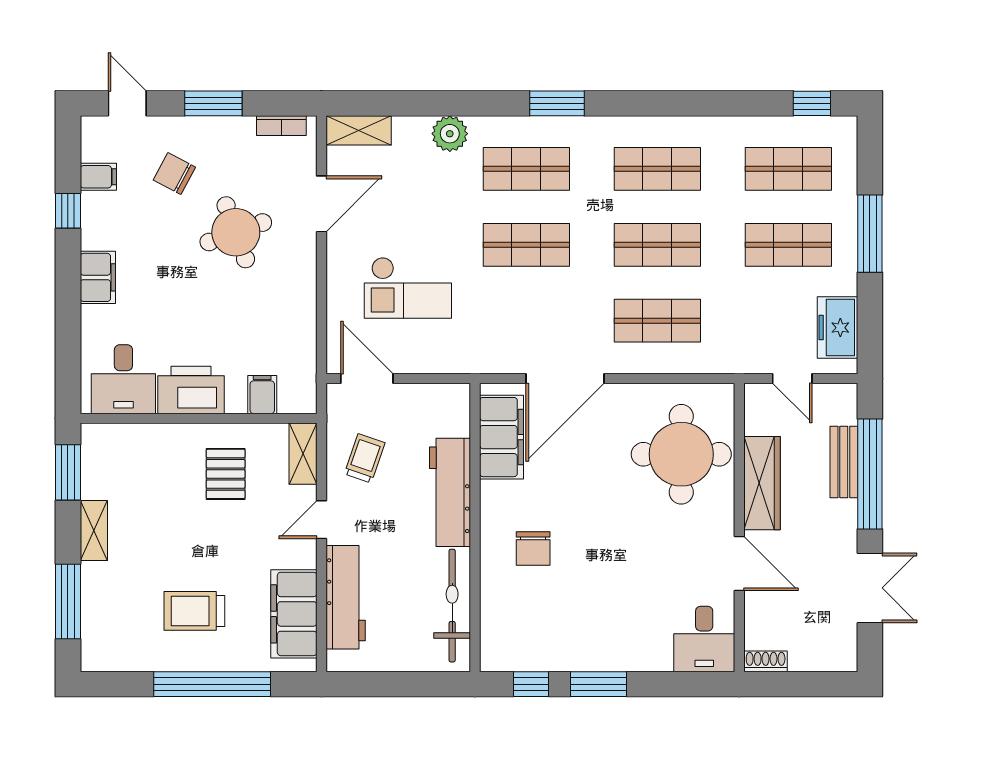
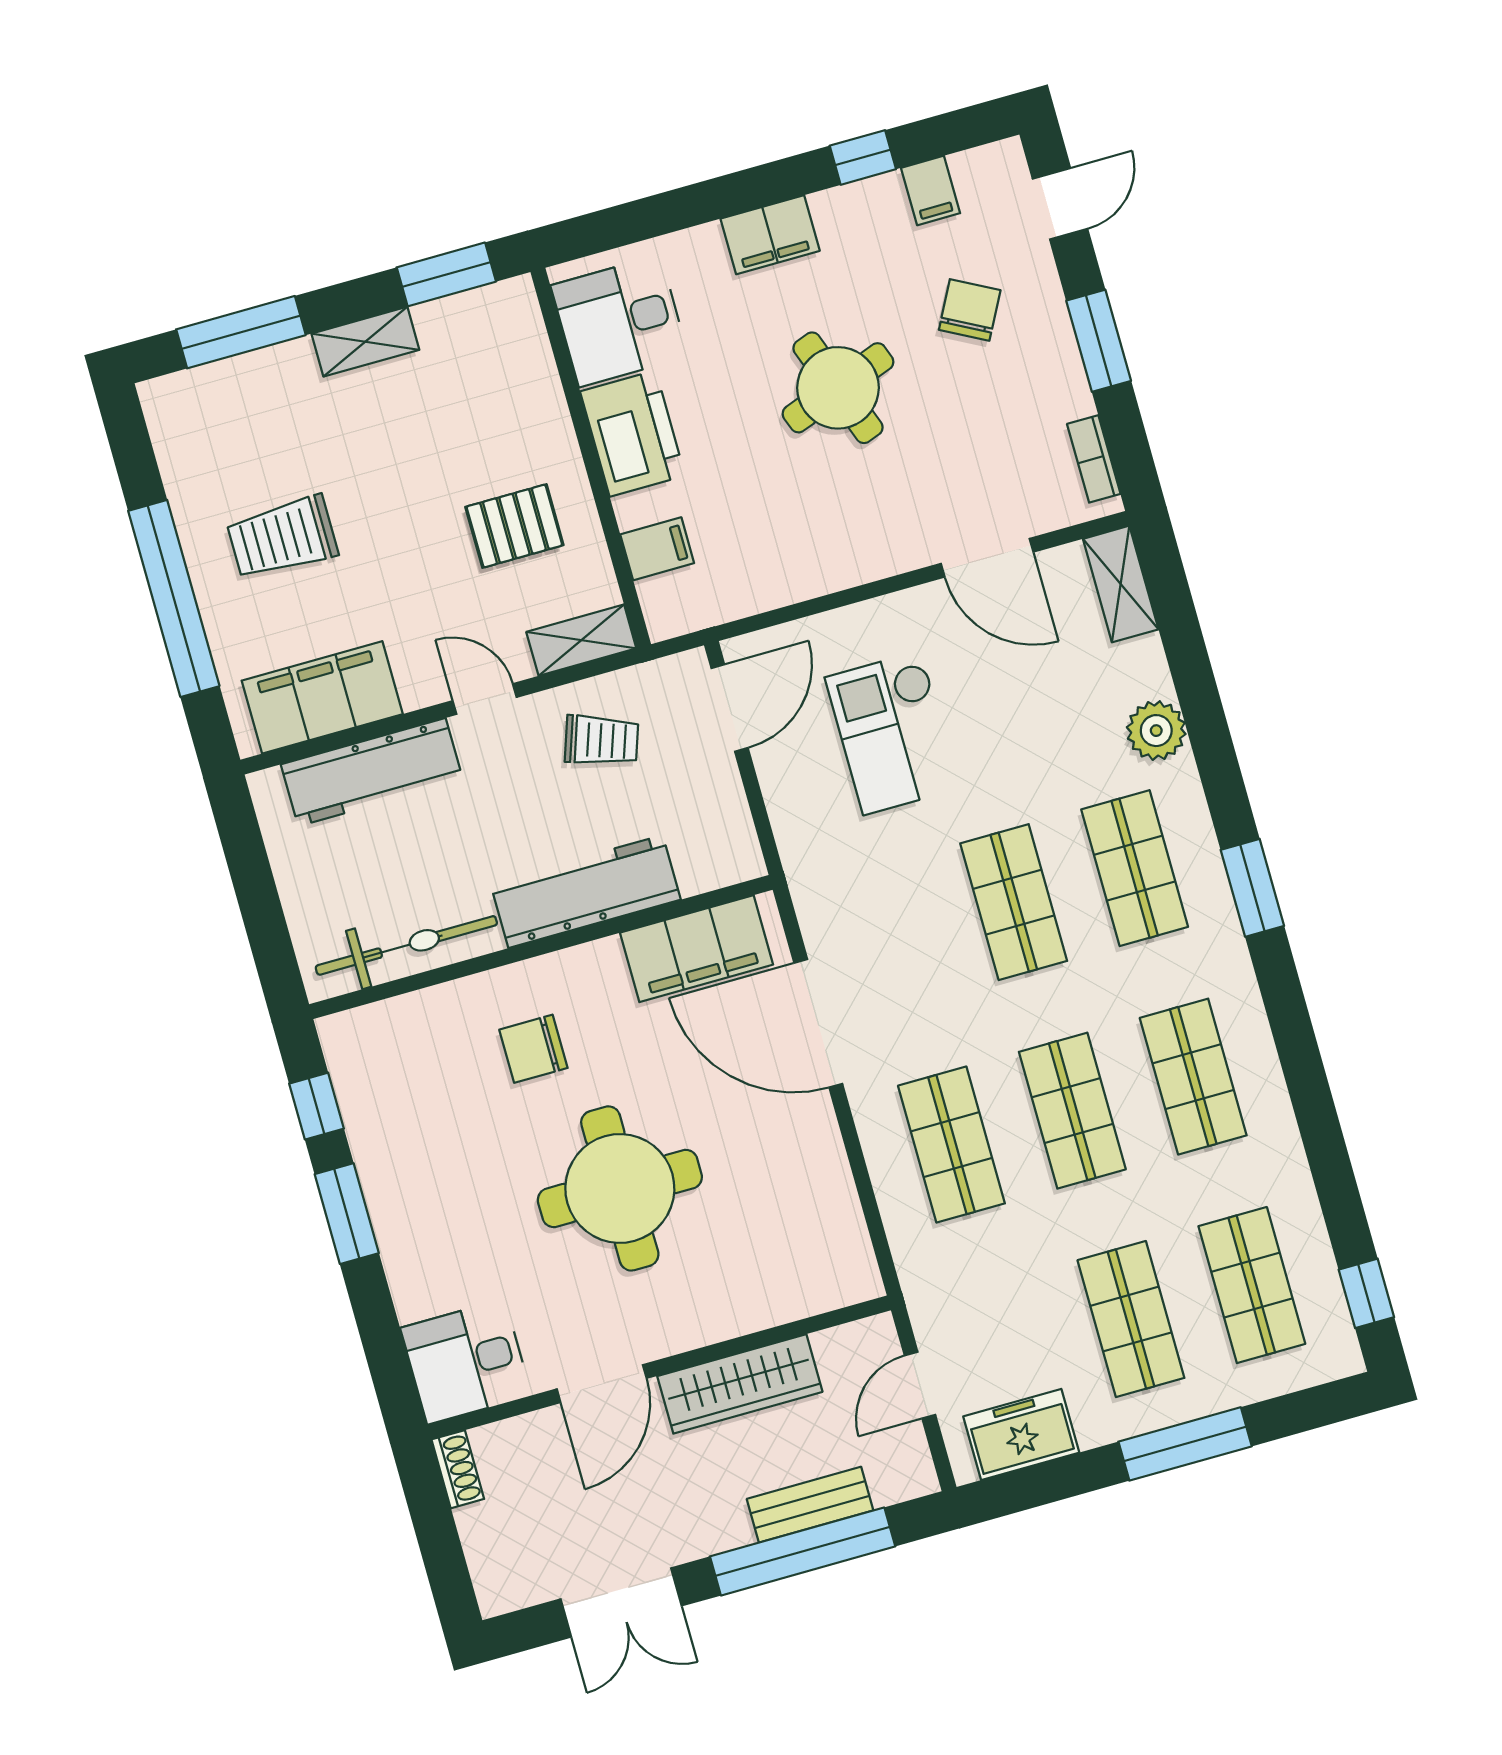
round table: (236, 232) -> (838, 388), moved
round table: (681, 454) -> (620, 1188), moved
trolley: (194, 611) -> (282, 538), turned -90

